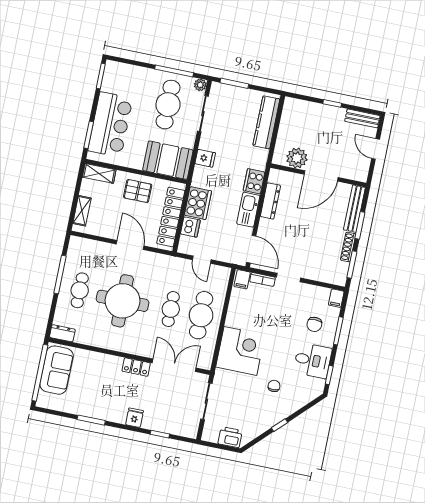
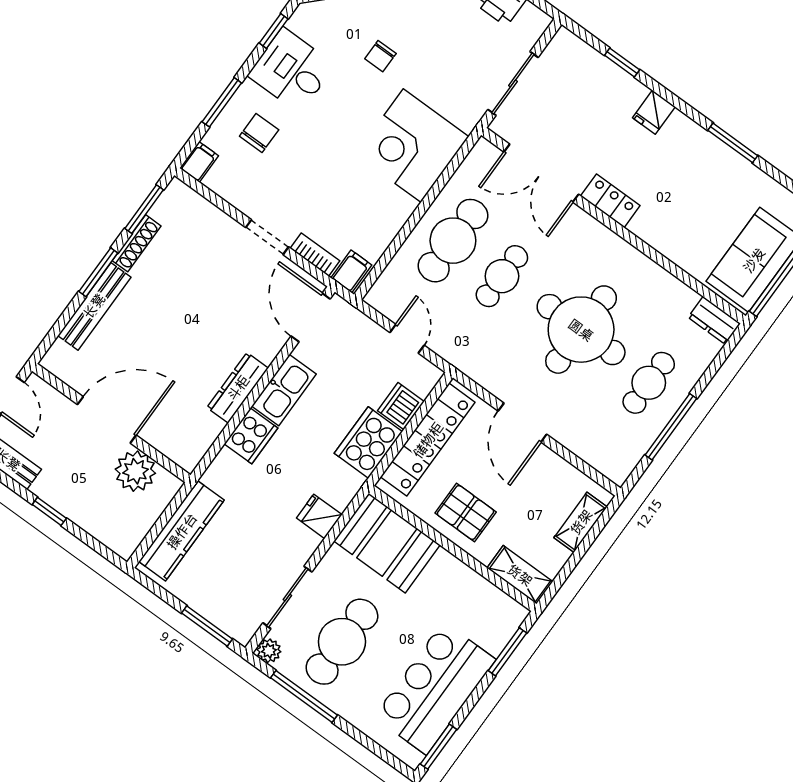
bar counter: (110, 124) -> (435, 688), moved
plant: (297, 158) -> (135, 471), moved
wall: (318, 175) -> (111, 423), moved
door: (321, 176) -> (107, 420), moved

